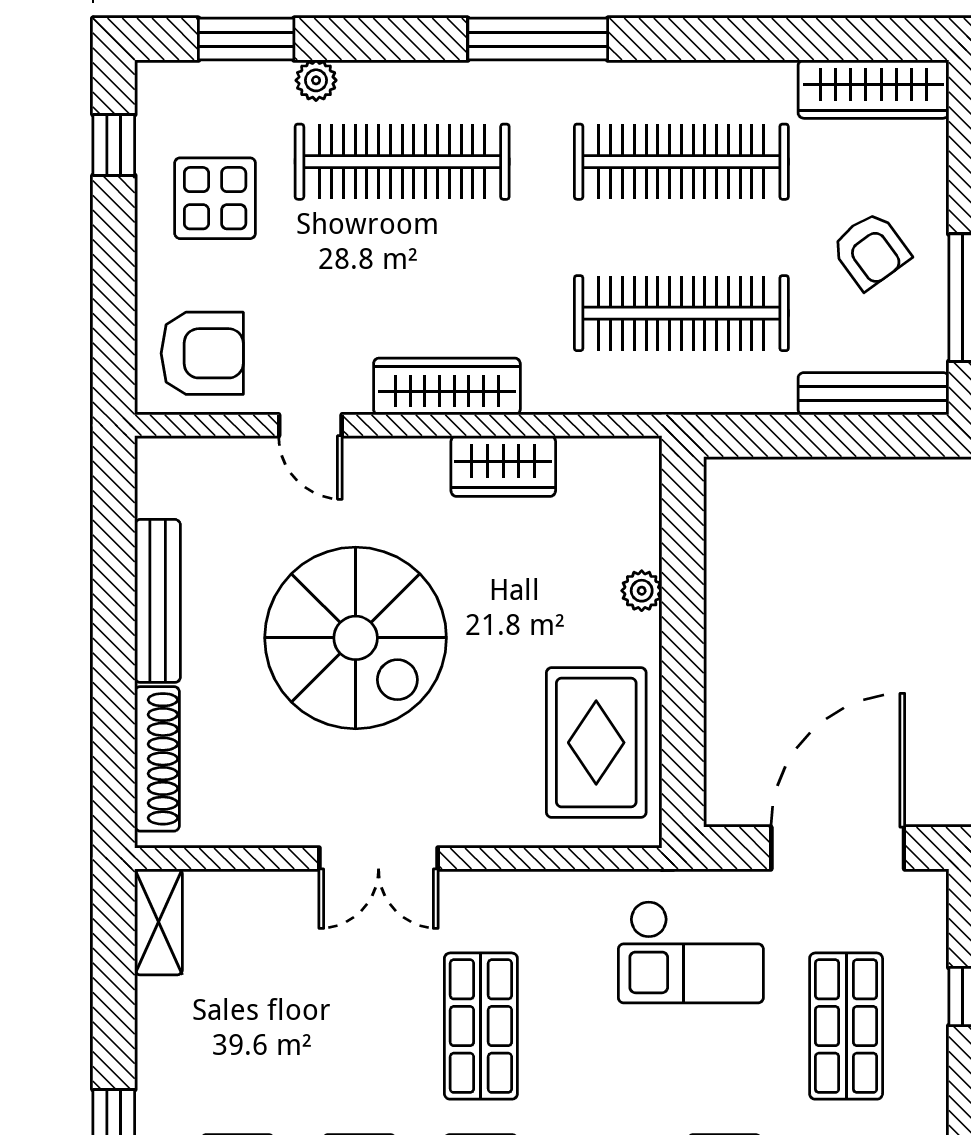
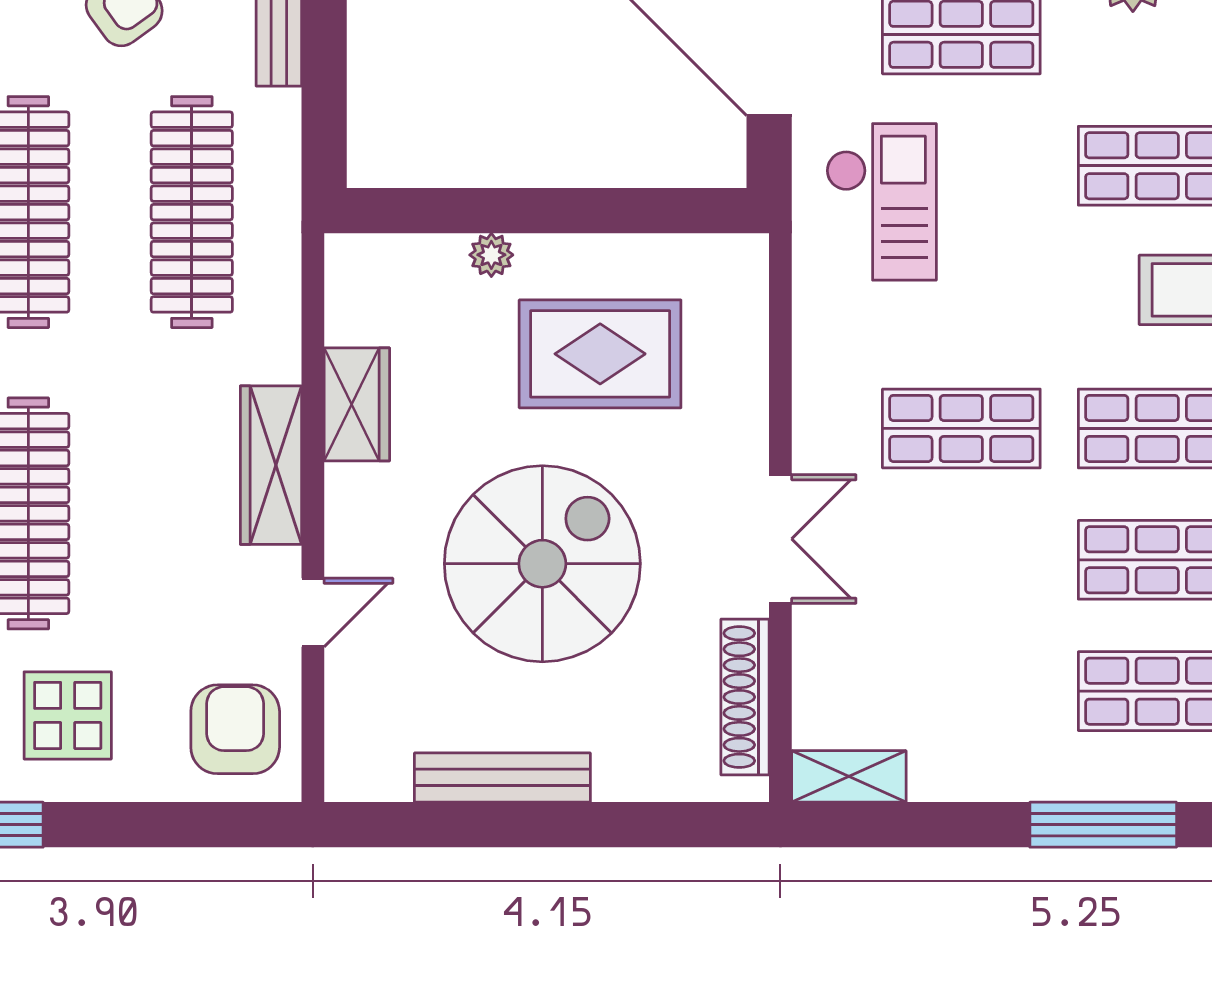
rug: (596, 743) -> (600, 354), moved
shoe rack: (157, 759) -> (745, 697), moved, turned -90

